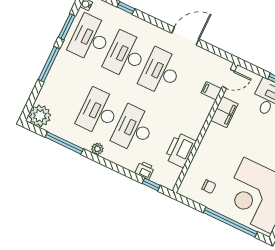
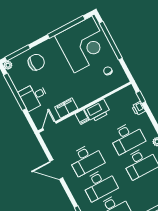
door: (228, 79) -> (50, 126), hinge flipped
filing cabinet: (211, 91) -> (82, 117), moved
printer: (180, 150) -> (97, 111), moved

